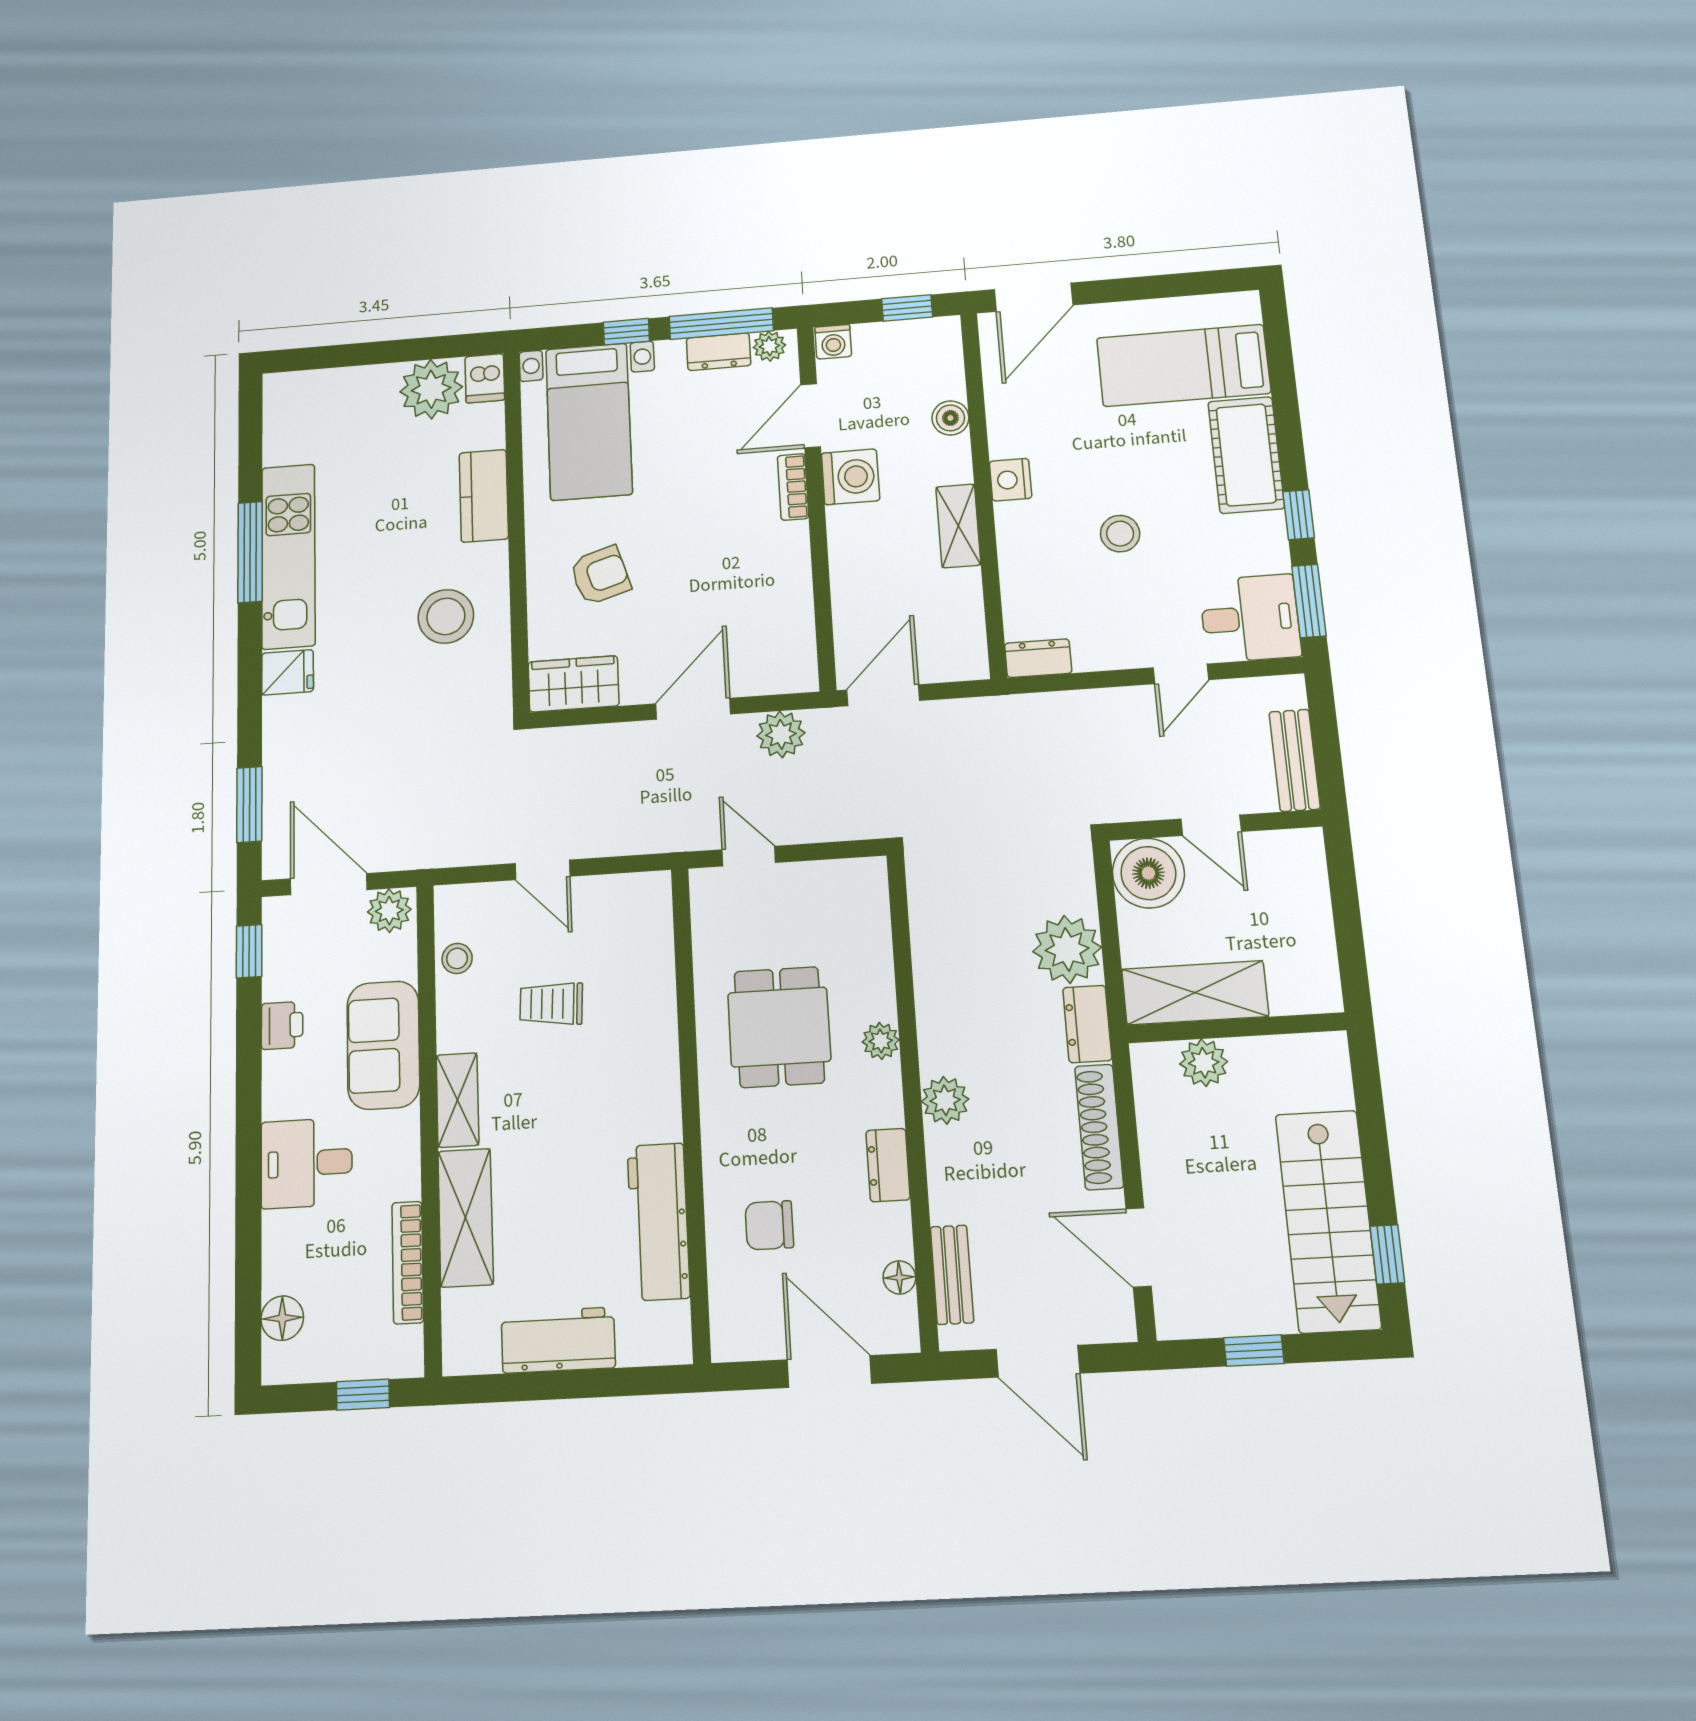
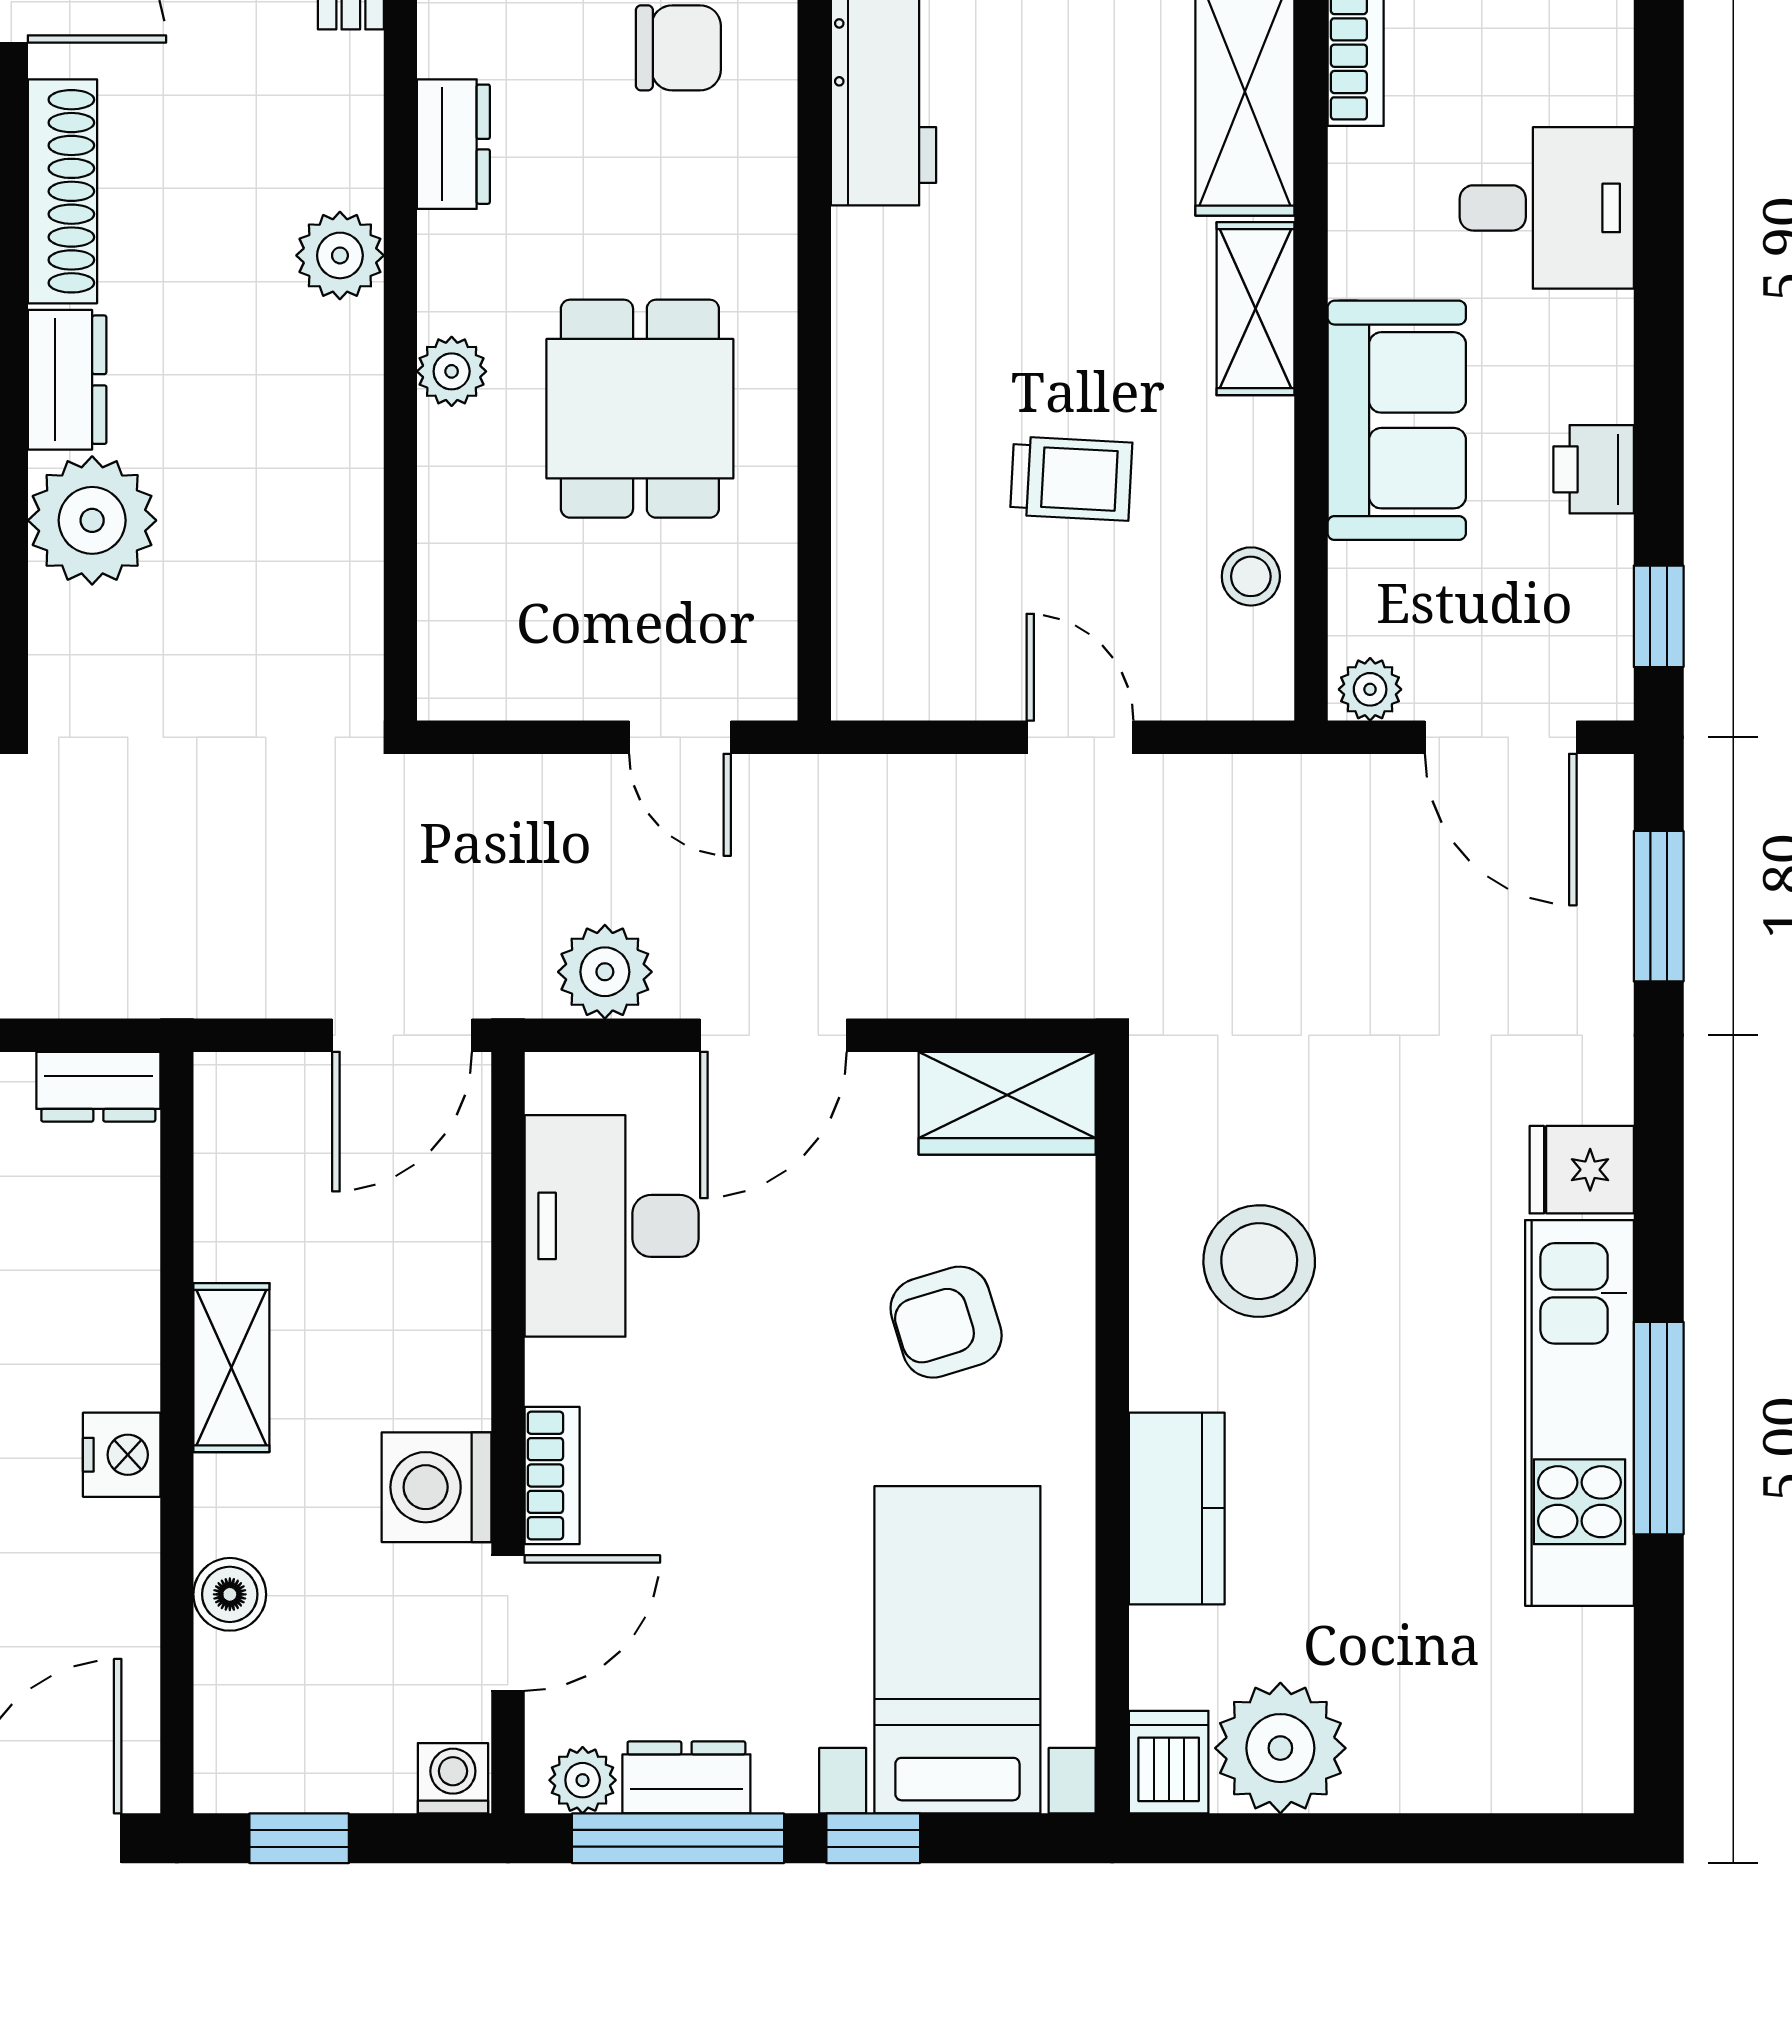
desk: (770, 609) -> (612, 1226), added
plant: (389, 911) -> (1370, 689), width x0.73, depth x0.73

